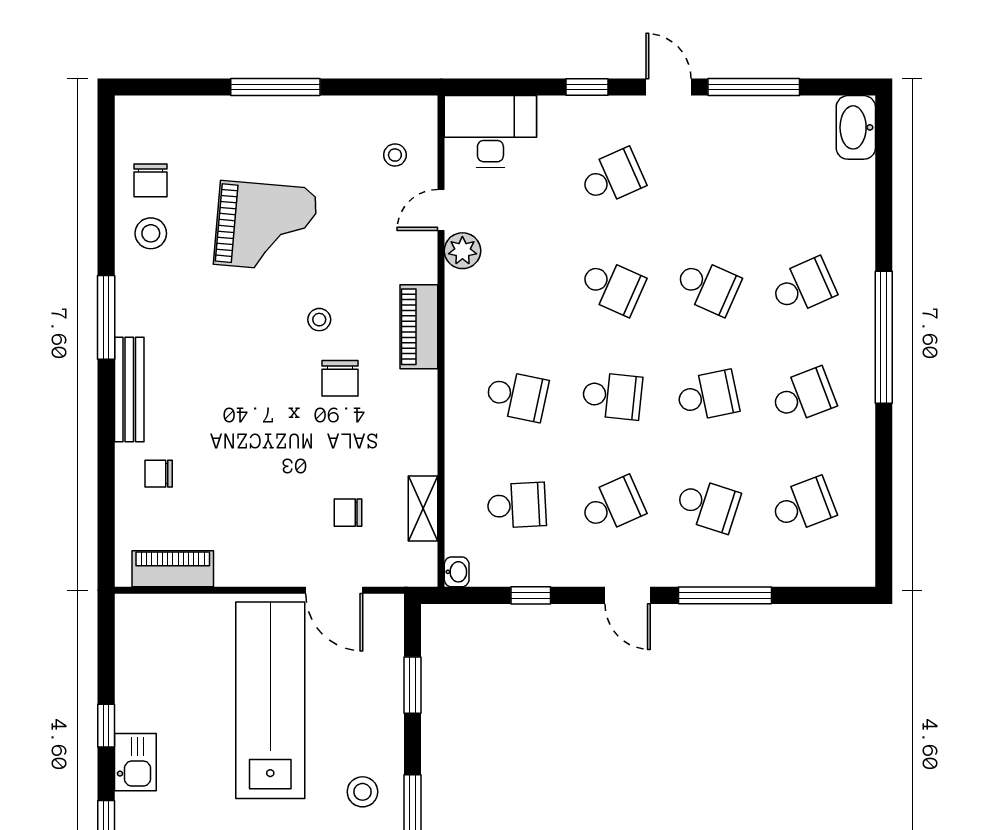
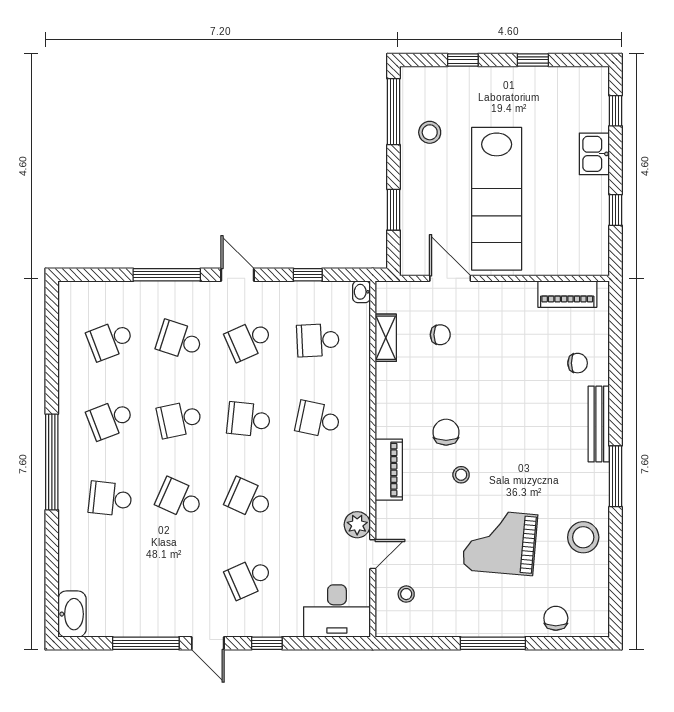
chair: (150, 180) -> (556, 618), moved
stool: (151, 233) -> (583, 537), width x1.38, depth x1.38
school desk: (803, 287) -> (110, 499), turned 30
window: (106, 726) -> (616, 210), moved

